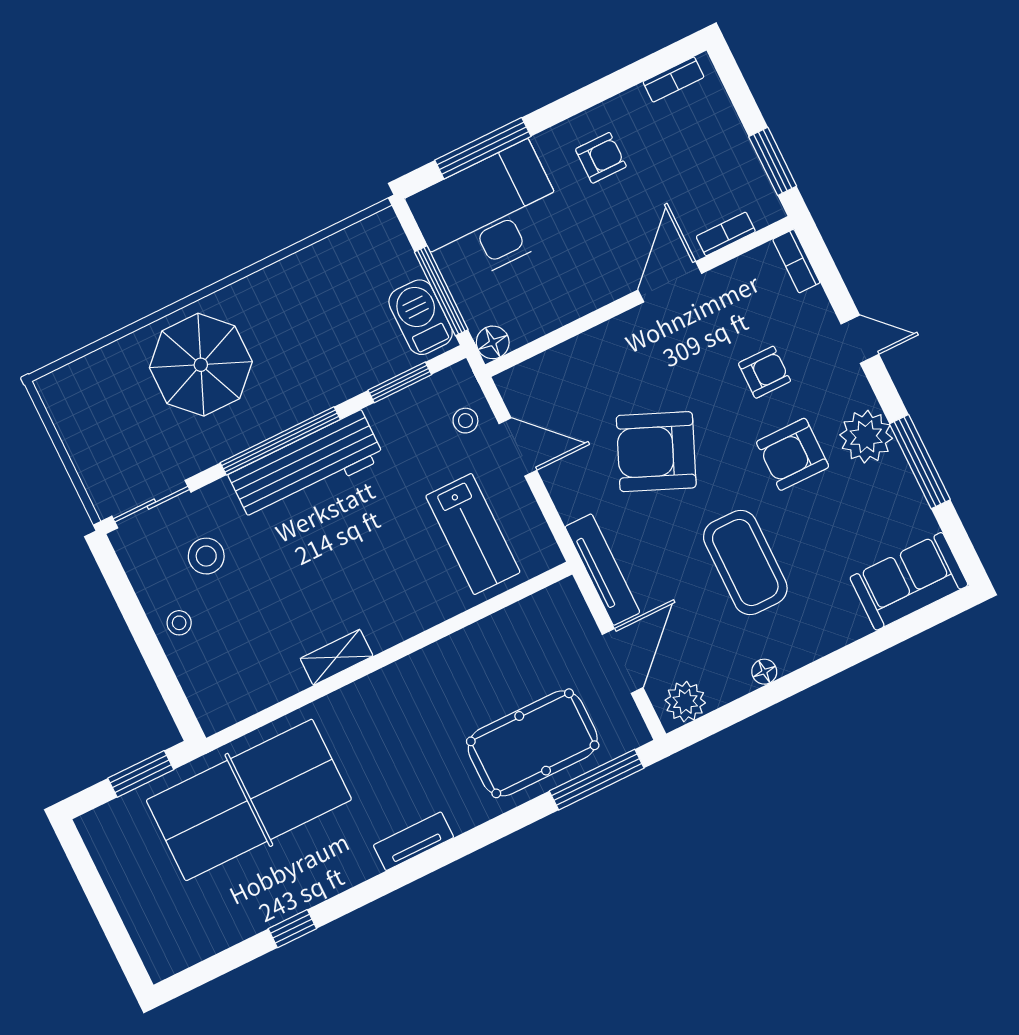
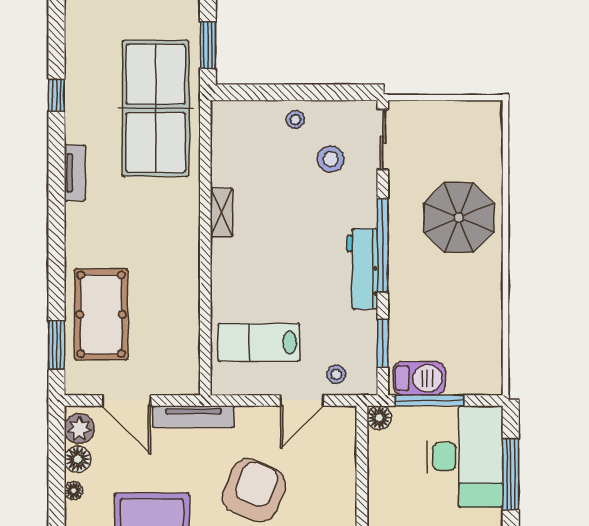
workbench: (306, 466) -> (362, 269), width x0.73, depth x0.76
floor lamp: (723, 685) -> (78, 459), added
window: (597, 780) -> (56, 345), width x0.69
tv unit: (413, 841) -> (75, 173), moved

